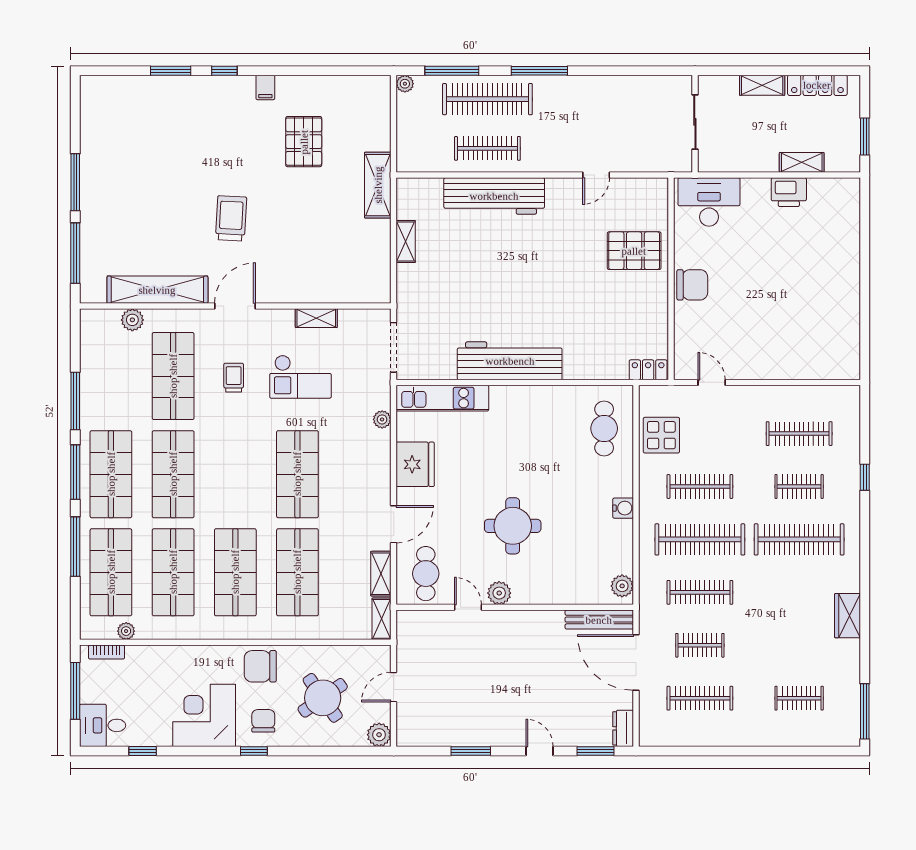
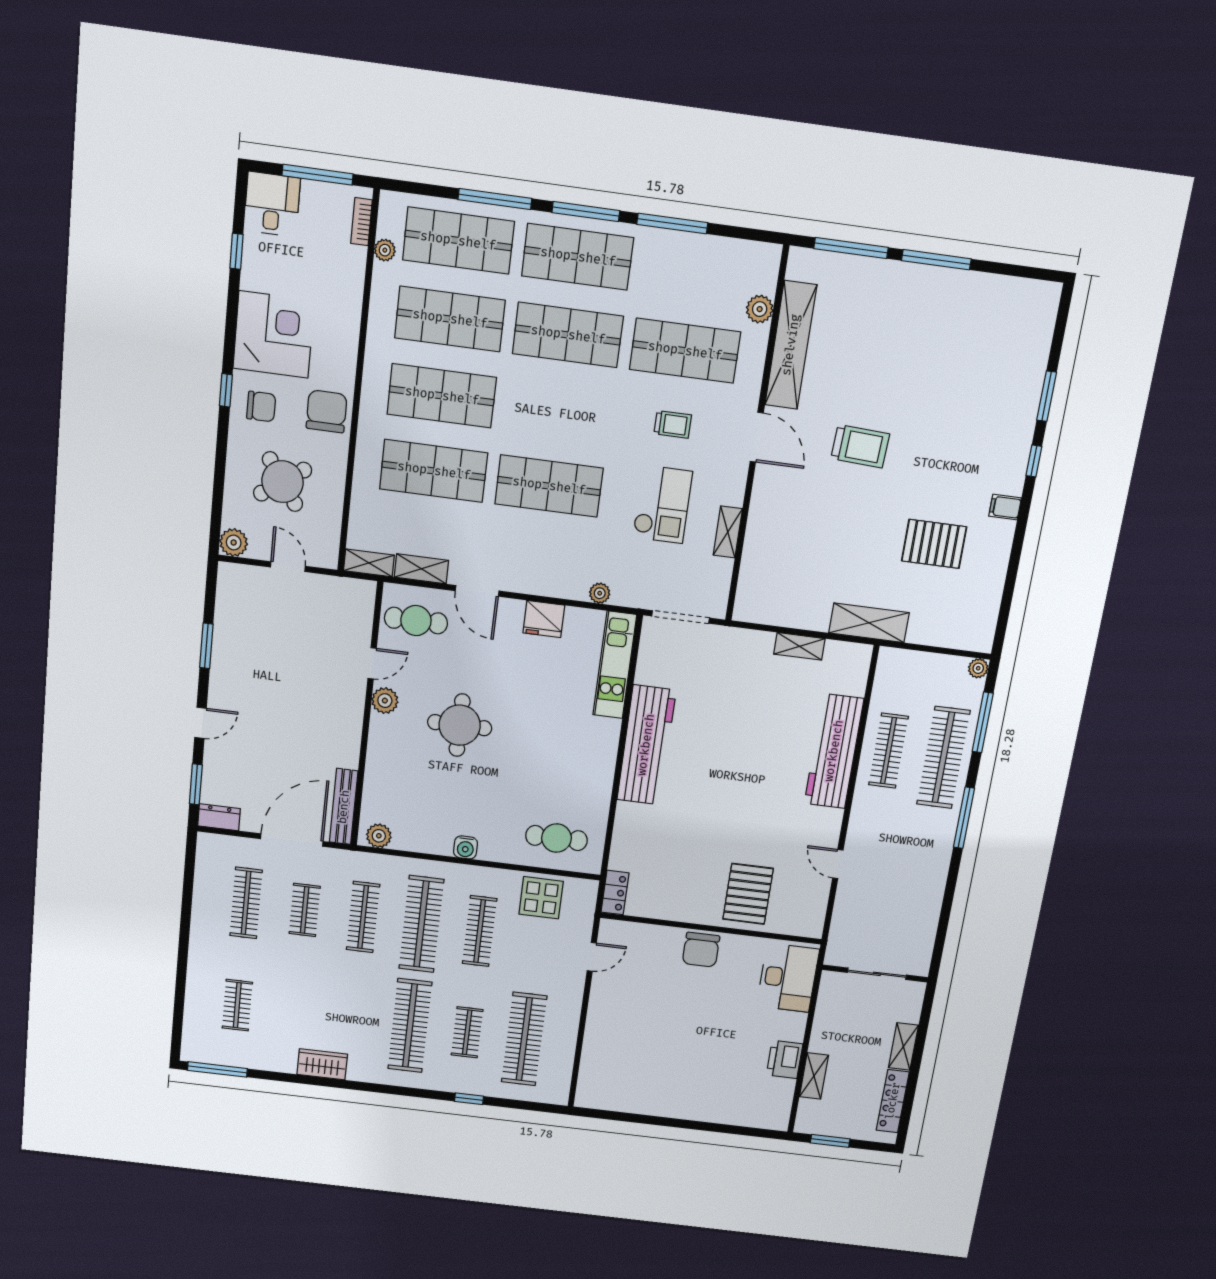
checkout: (300, 377) -> (662, 504), turned 180
clothes rail: (799, 434) -> (524, 1039), width x1.37, depth x1.31
fridge: (415, 464) -> (544, 619), width x0.73, depth x0.75

